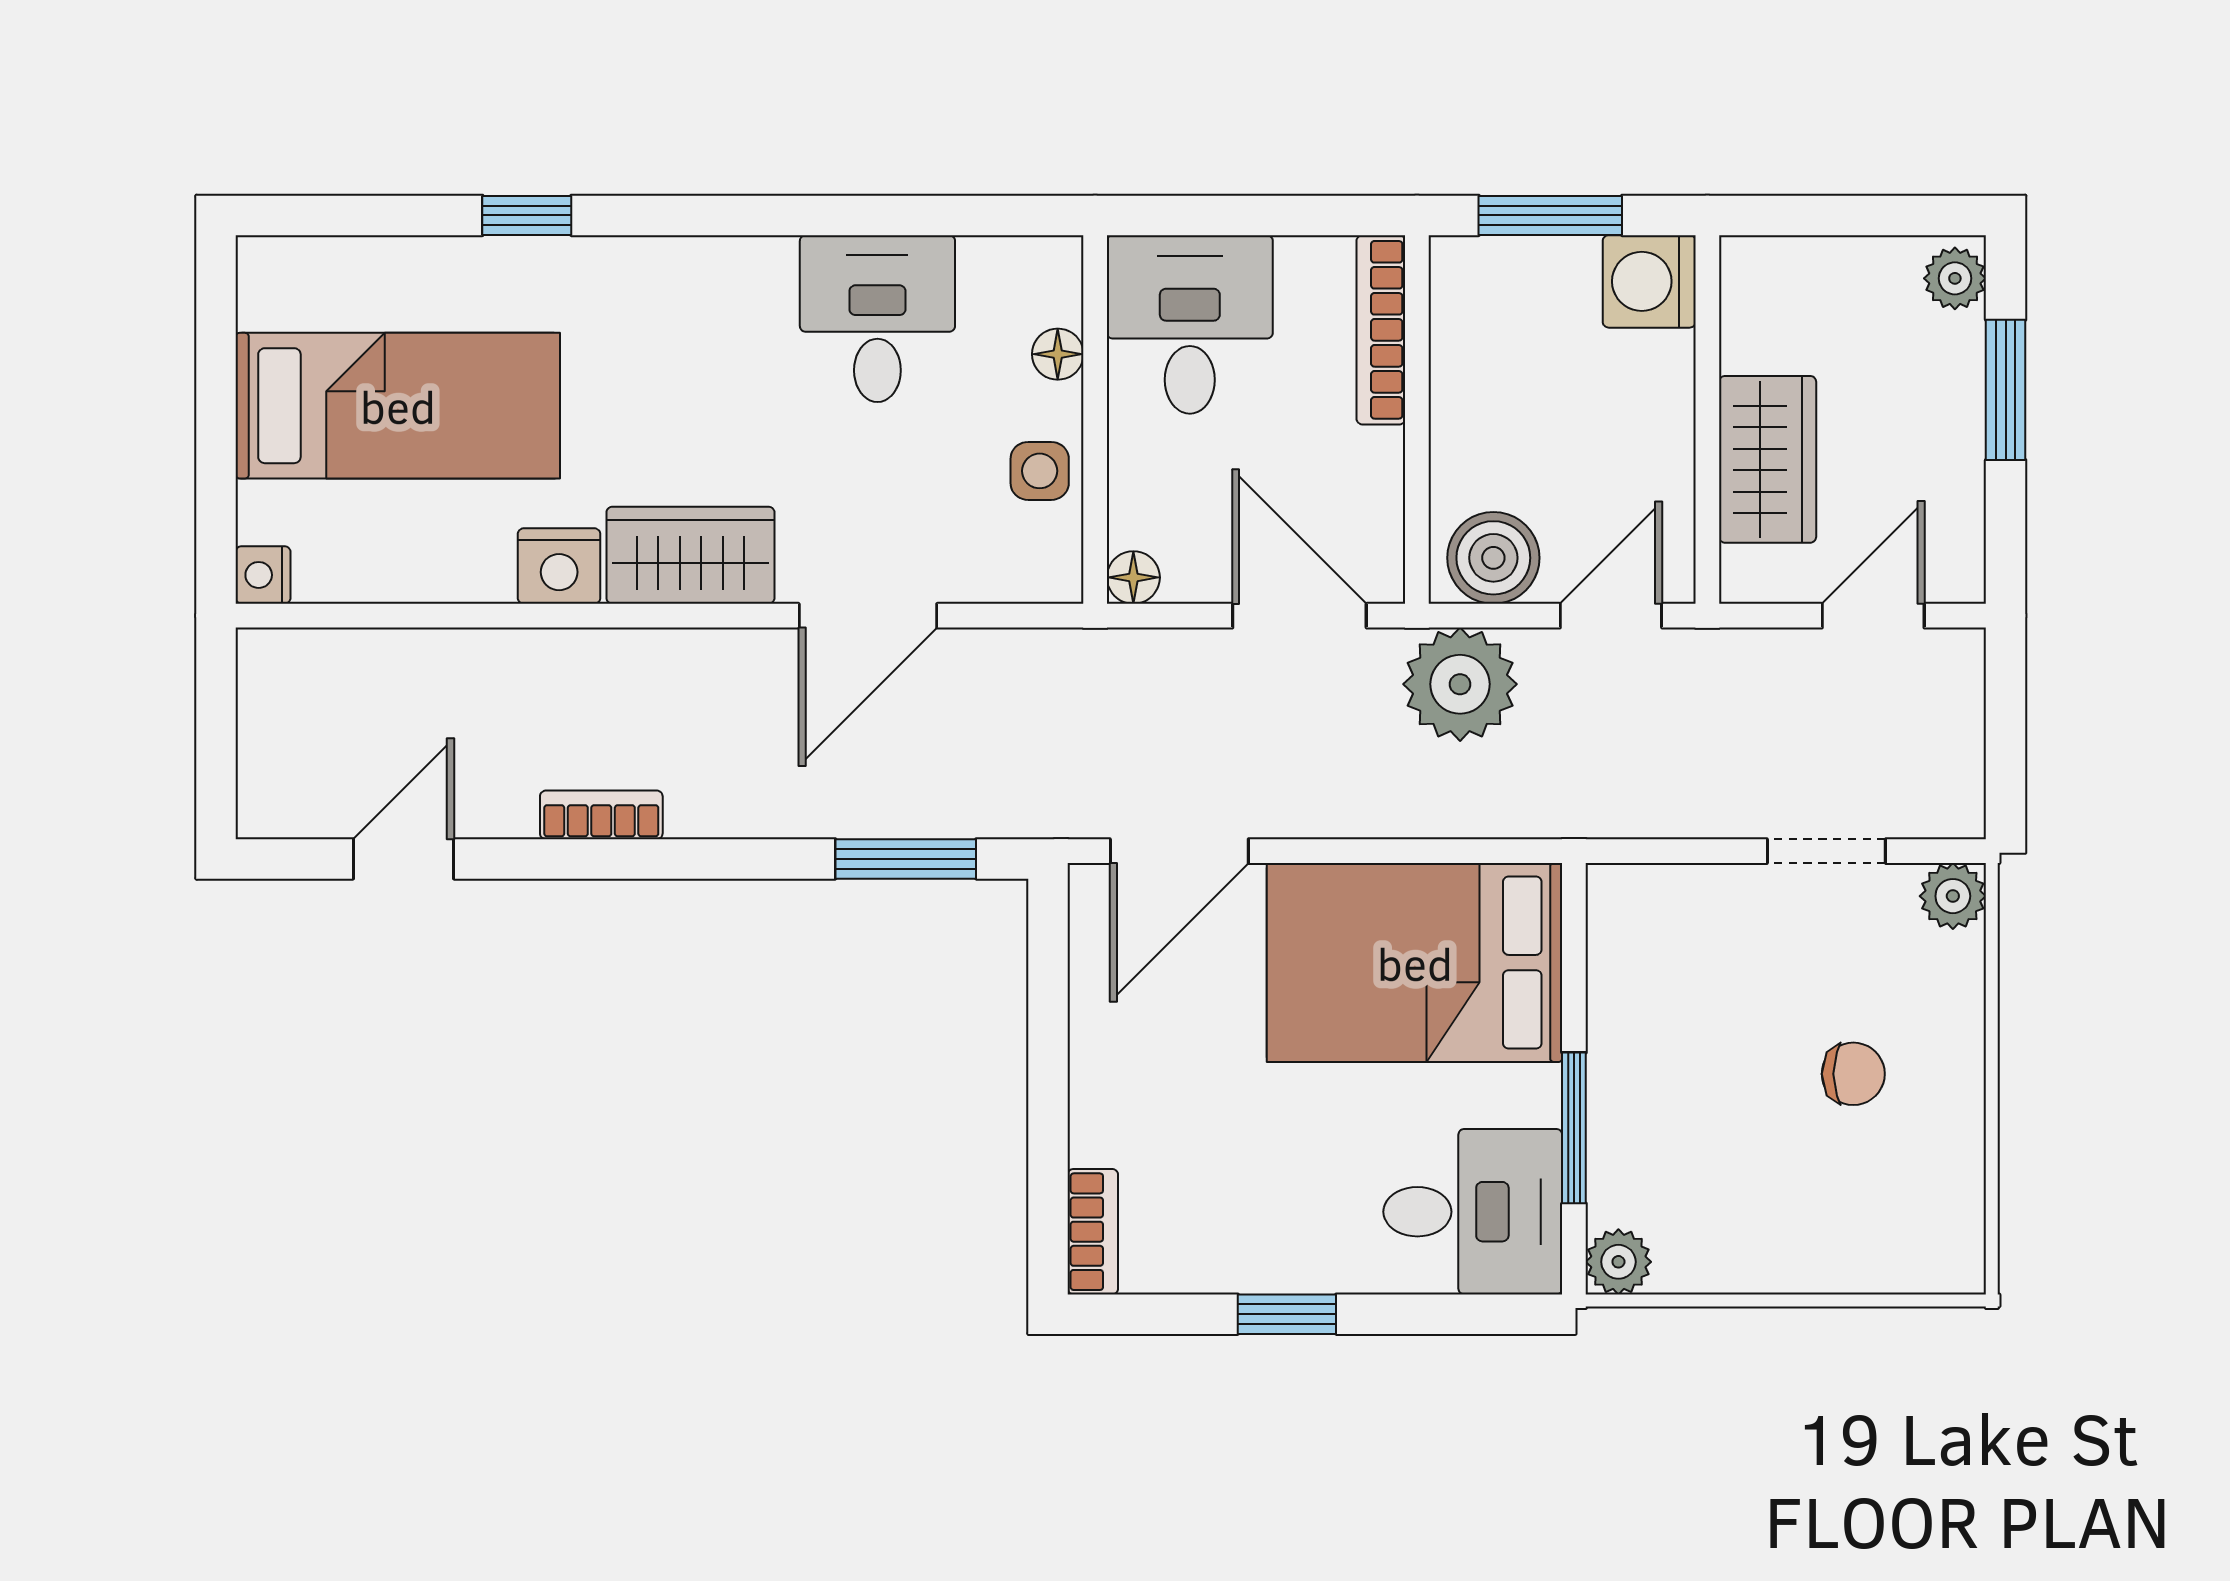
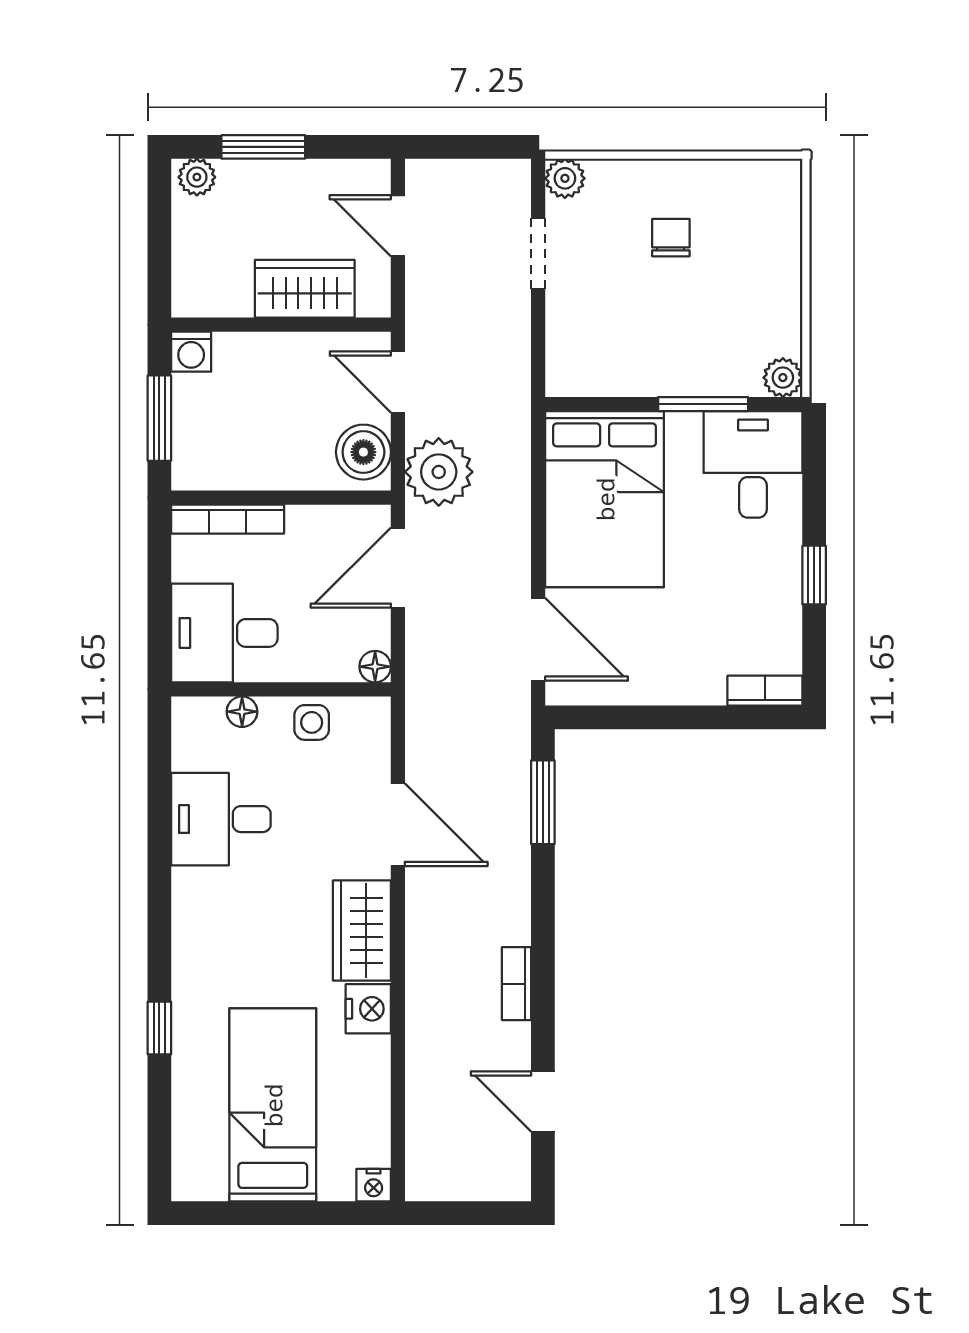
washing machine: (1649, 281) -> (191, 352), width x0.73, depth x0.73

